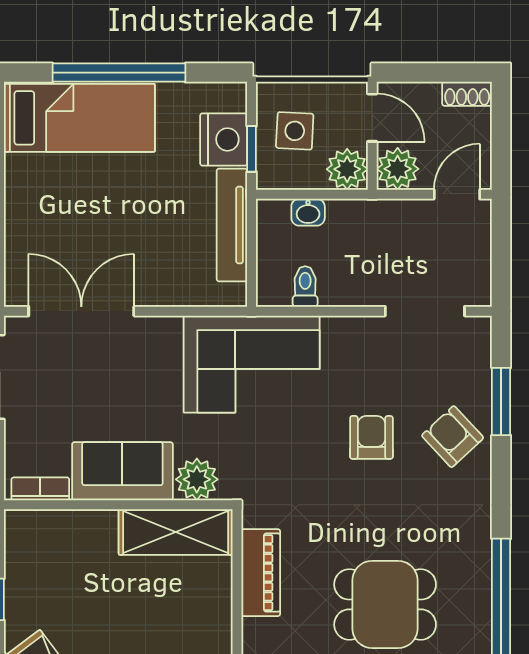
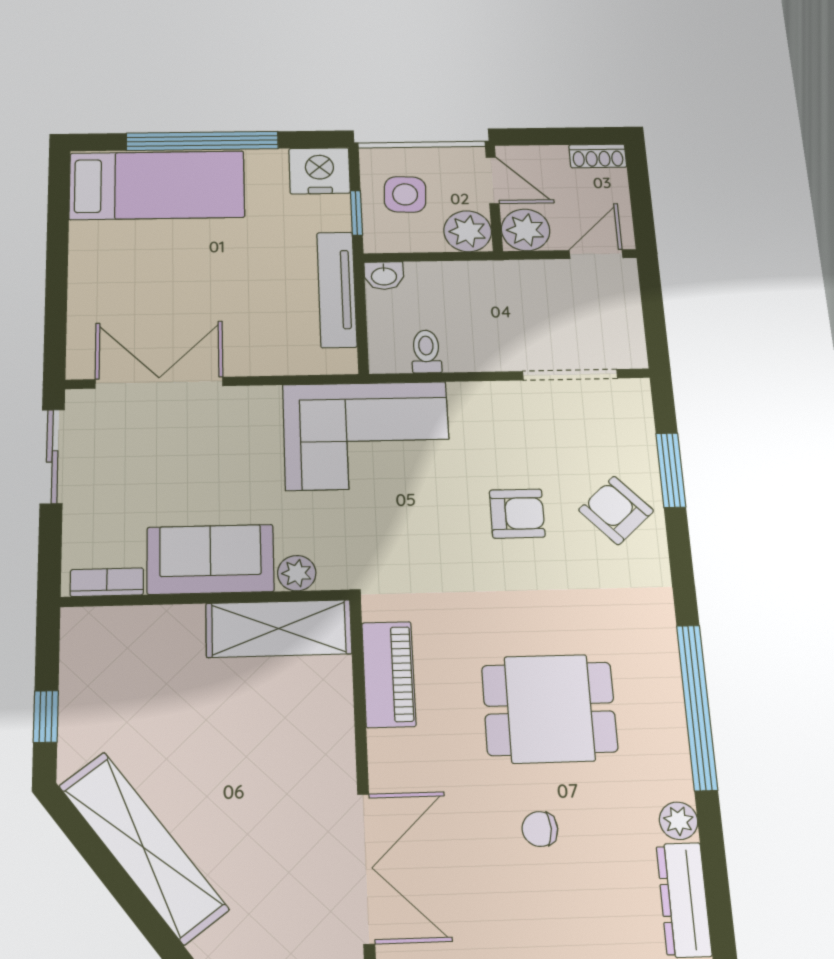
nightstand: (224, 139) -> (320, 171), moved, turned -90
washbasin: (308, 212) -> (384, 276), moved
armchair: (371, 437) -> (517, 514), turned 90
plant: (197, 479) -> (297, 573), width x0.73, depth x0.73

